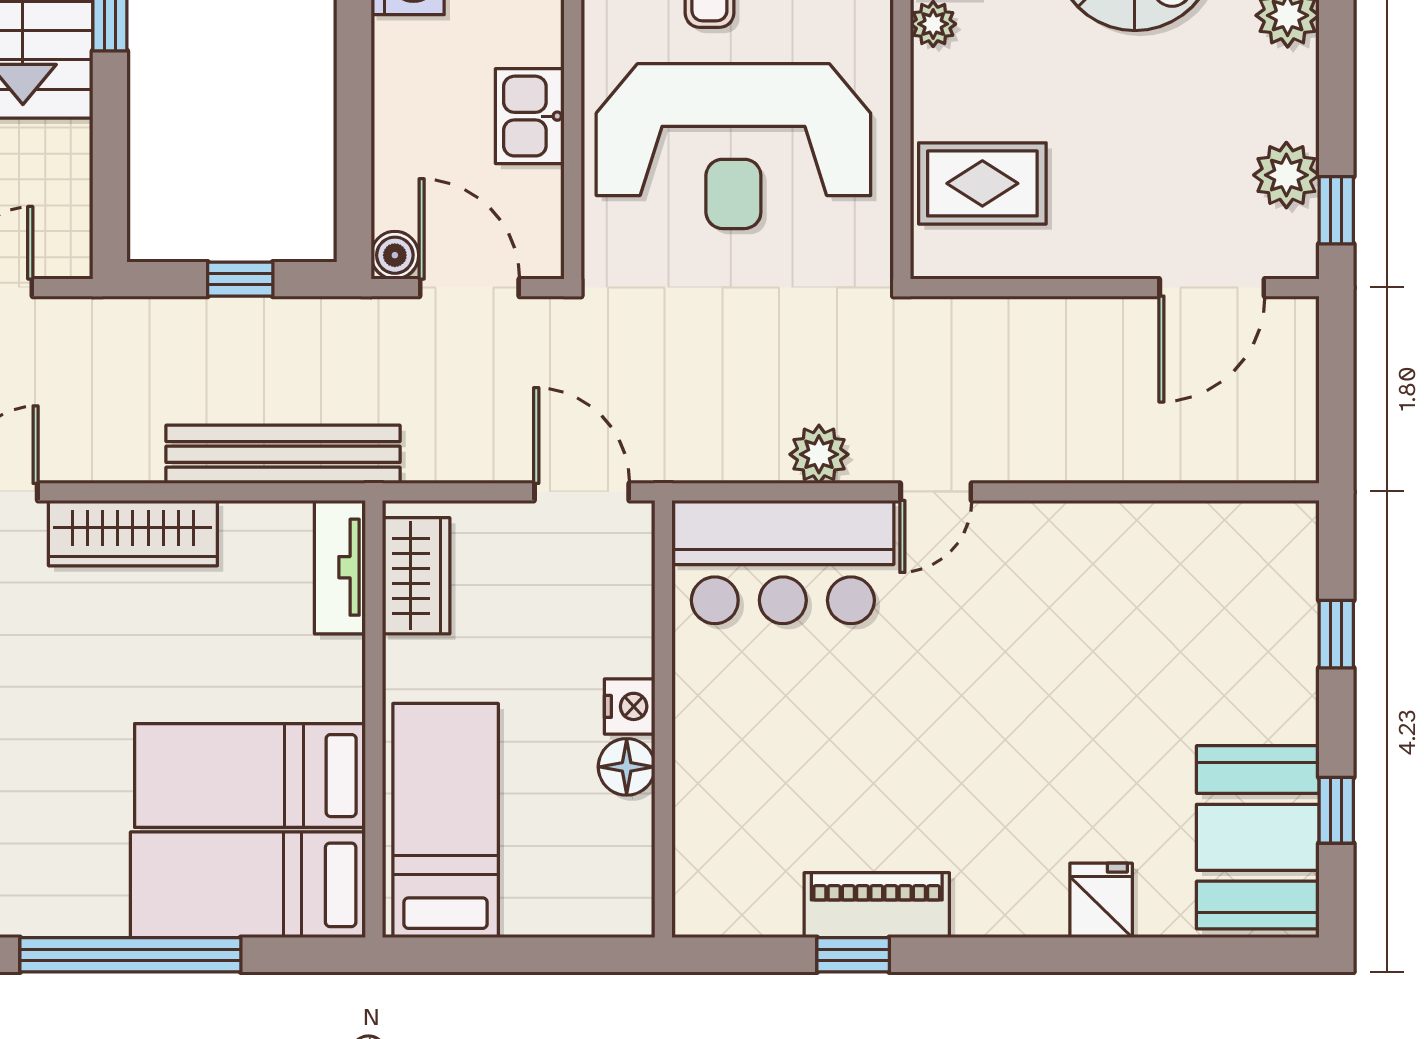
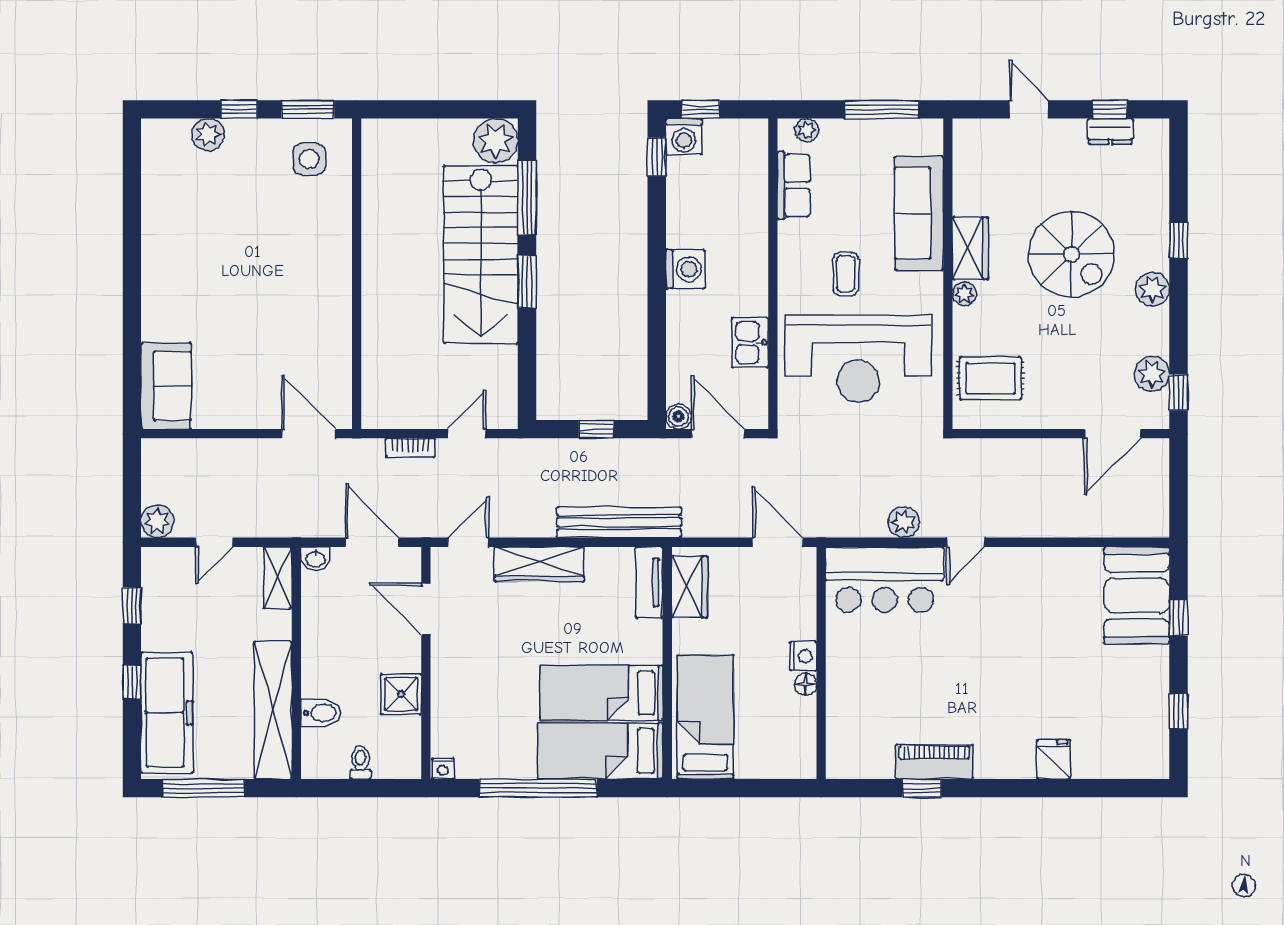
floor lamp: (627, 767) -> (806, 684), width x0.73, depth x0.73
booth: (1258, 837) -> (1137, 595), moved

